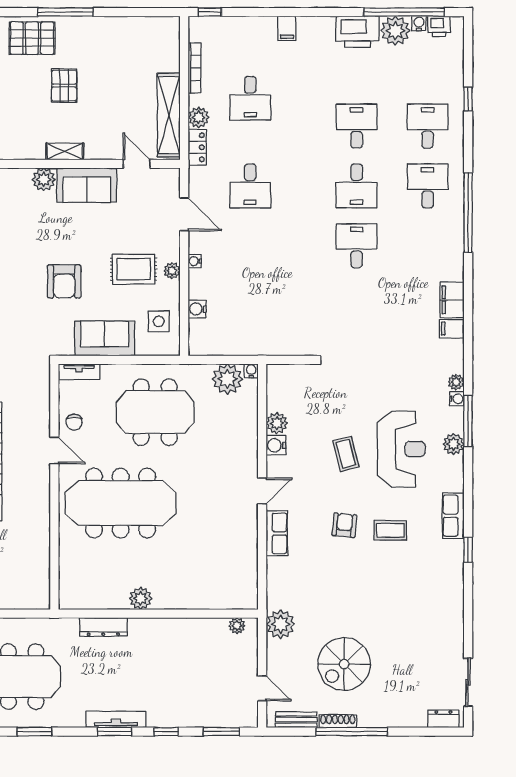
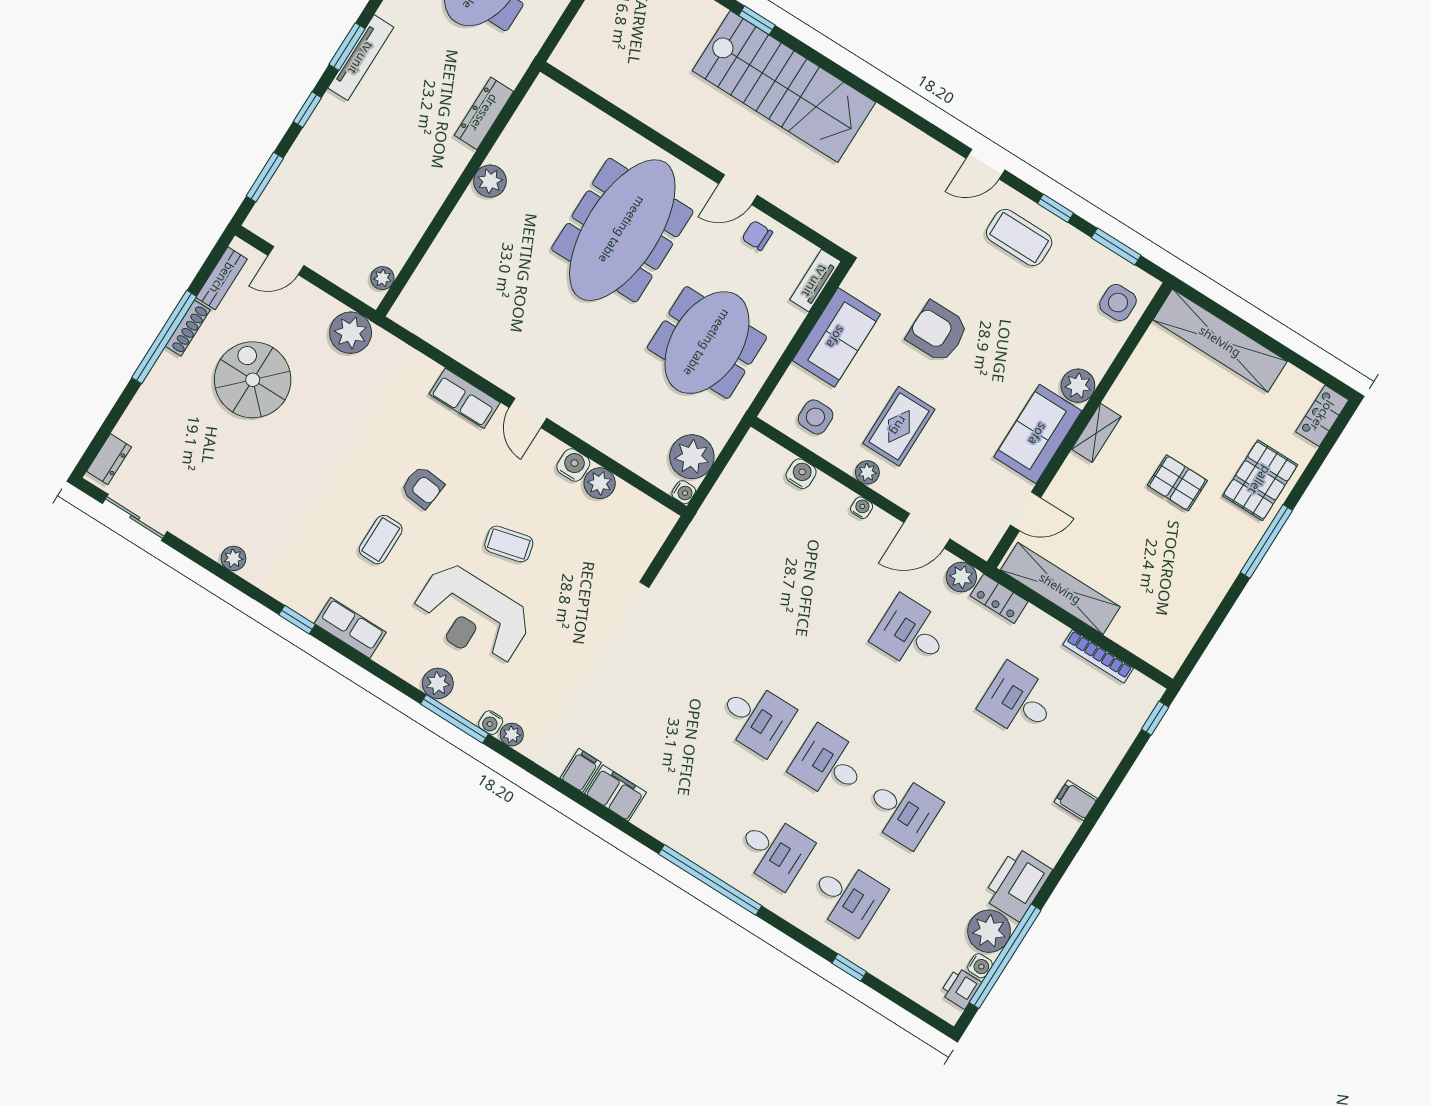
plant: (199, 117) -> (961, 577), moved
plant: (456, 610) -> (233, 558), added

